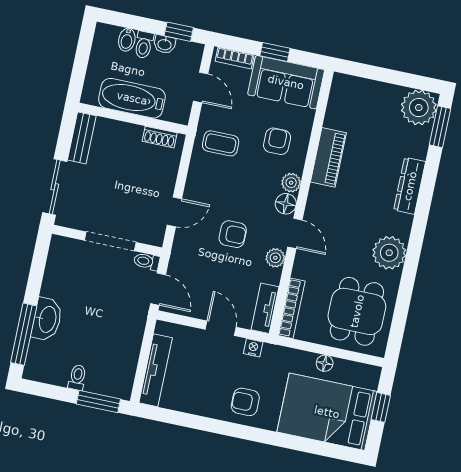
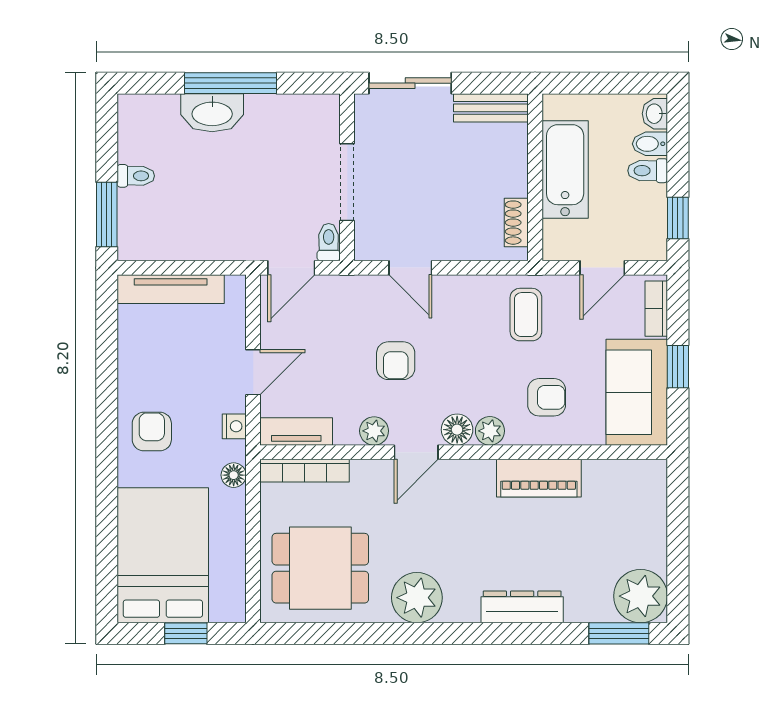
washbasin: (165, 44) -> (655, 114), moved
window: (24, 334) -> (230, 83), moved
floor lamp: (325, 363) -> (234, 475), moved

